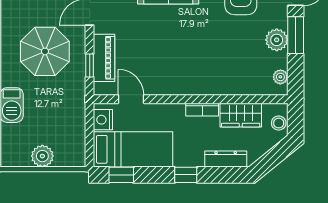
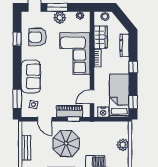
corner sofa: (210, 68) -> (75, 54), added

